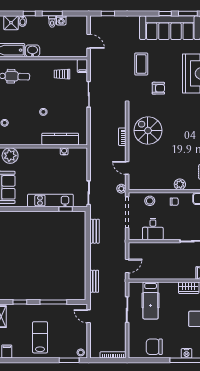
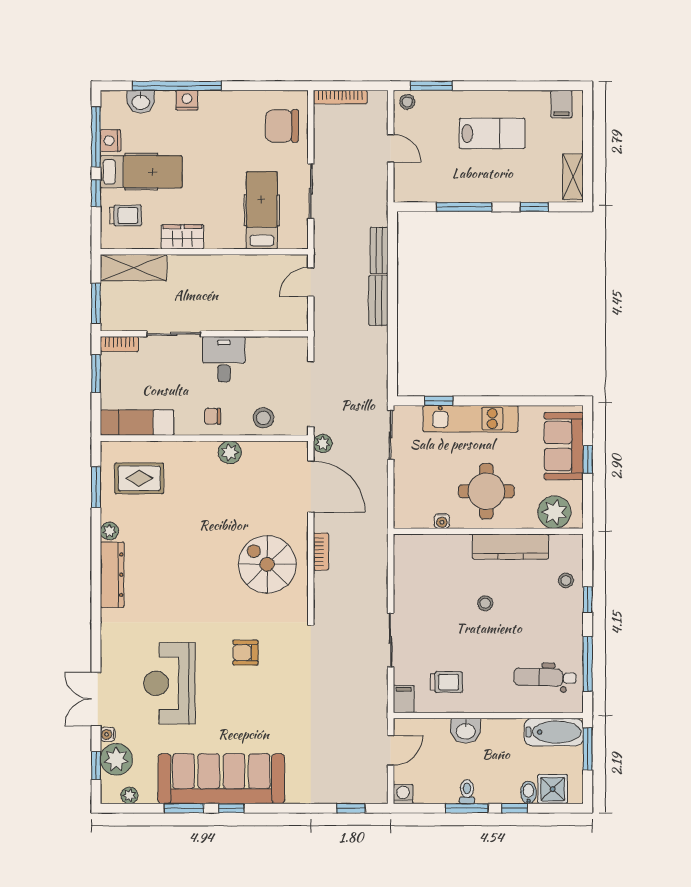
washing machine: (61, 20) -> (403, 794), moved
door: (89, 41) -> (391, 750), swing flipped
washbasin: (33, 51) -> (466, 731), moved
coffee table: (141, 64) -> (281, 703), removed
spiral stairs: (148, 131) -> (267, 564), turned 180
kitchen counter: (60, 139) -> (510, 547), moved
round table: (43, 166) -> (486, 491), added
door: (127, 168) -> (311, 487), width x1.87
plant: (180, 184) -> (230, 452), moved
desk: (153, 229) -> (224, 359), moved
bench: (95, 231) -> (378, 300), moved
door: (89, 316) -> (391, 148), moved
lab bench: (40, 337) -> (492, 133), turned -90
chair: (154, 347) -> (282, 126), moved, turned 180

